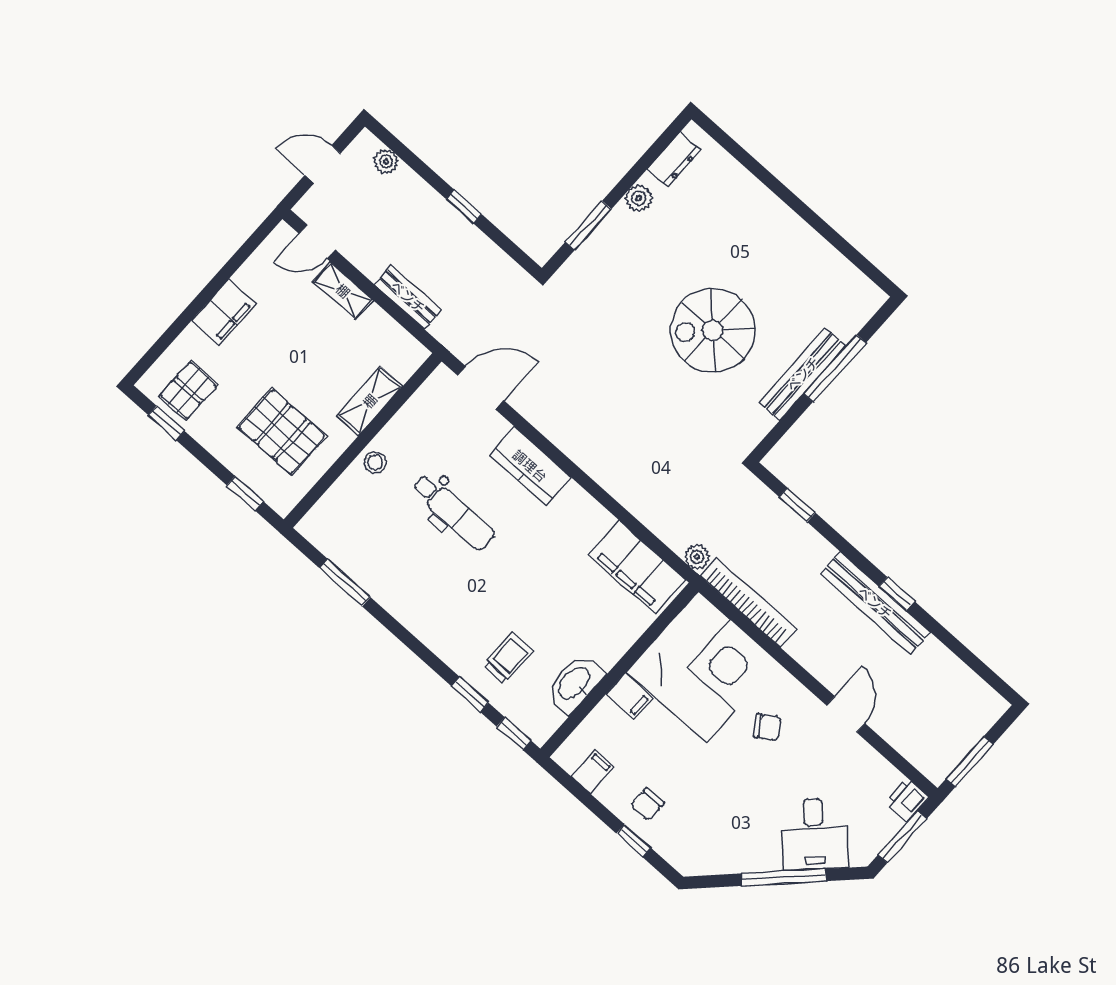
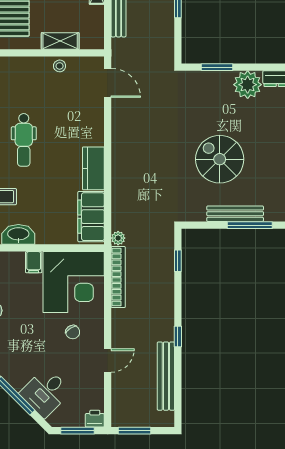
plant: (639, 198) -> (248, 85), width x1.87, depth x1.87
stool: (375, 463) -> (60, 66), moved
kitchen counter: (530, 466) -> (93, 168), moved
dental chair: (453, 512) -> (24, 140), moved
bench: (875, 603) -> (166, 376), moved

